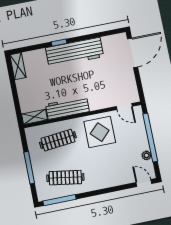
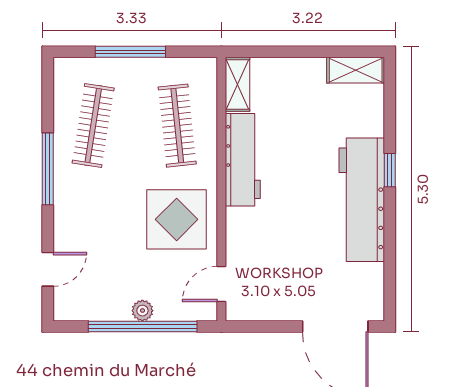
plant: (146, 155) -> (142, 311), moved
door: (144, 183) -> (48, 269), moved
window: (59, 200) -> (48, 169), moved

